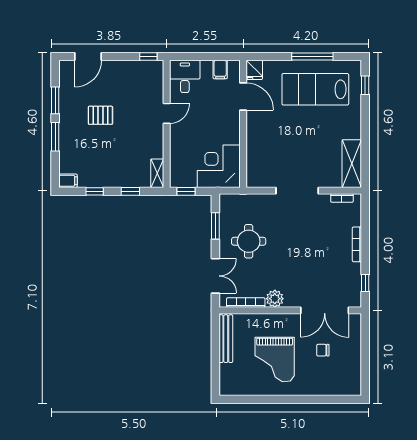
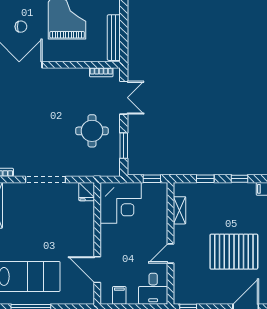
fridge: (254, 70) -> (87, 192), moved, turned 180
pallet: (100, 115) -> (234, 252), width x2.05, depth x2.00
shelving: (157, 173) -> (179, 210), moved
double door: (215, 276) -> (124, 98), swing flipped
plant: (275, 299) -> (67, 76), removed
bookcase: (246, 302) -> (101, 72), width x0.64

